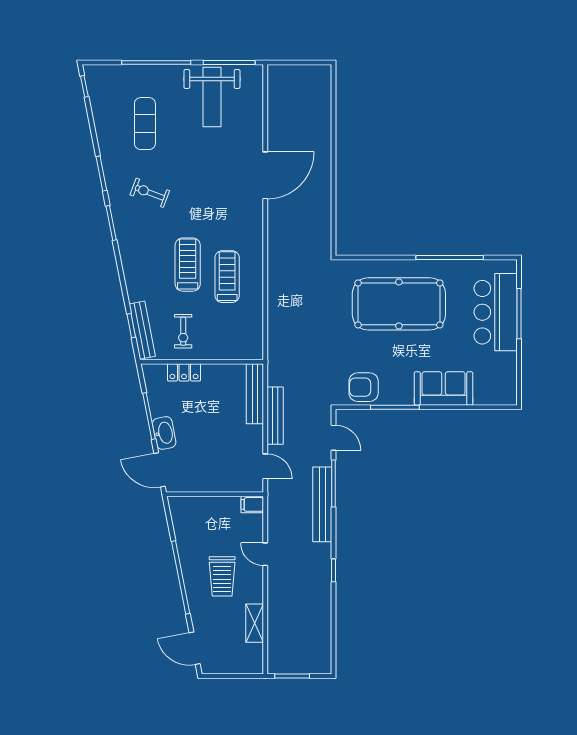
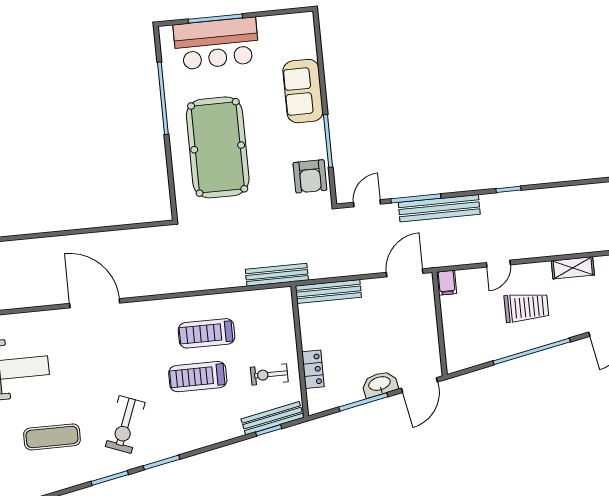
exercise bike: (150, 193) -> (125, 424), width x1.38, depth x1.39
exercise bike: (183, 331) -> (269, 374), turned 180
bench: (275, 416) -> (277, 275), moved
door: (265, 466) -> (405, 273), width x1.38

